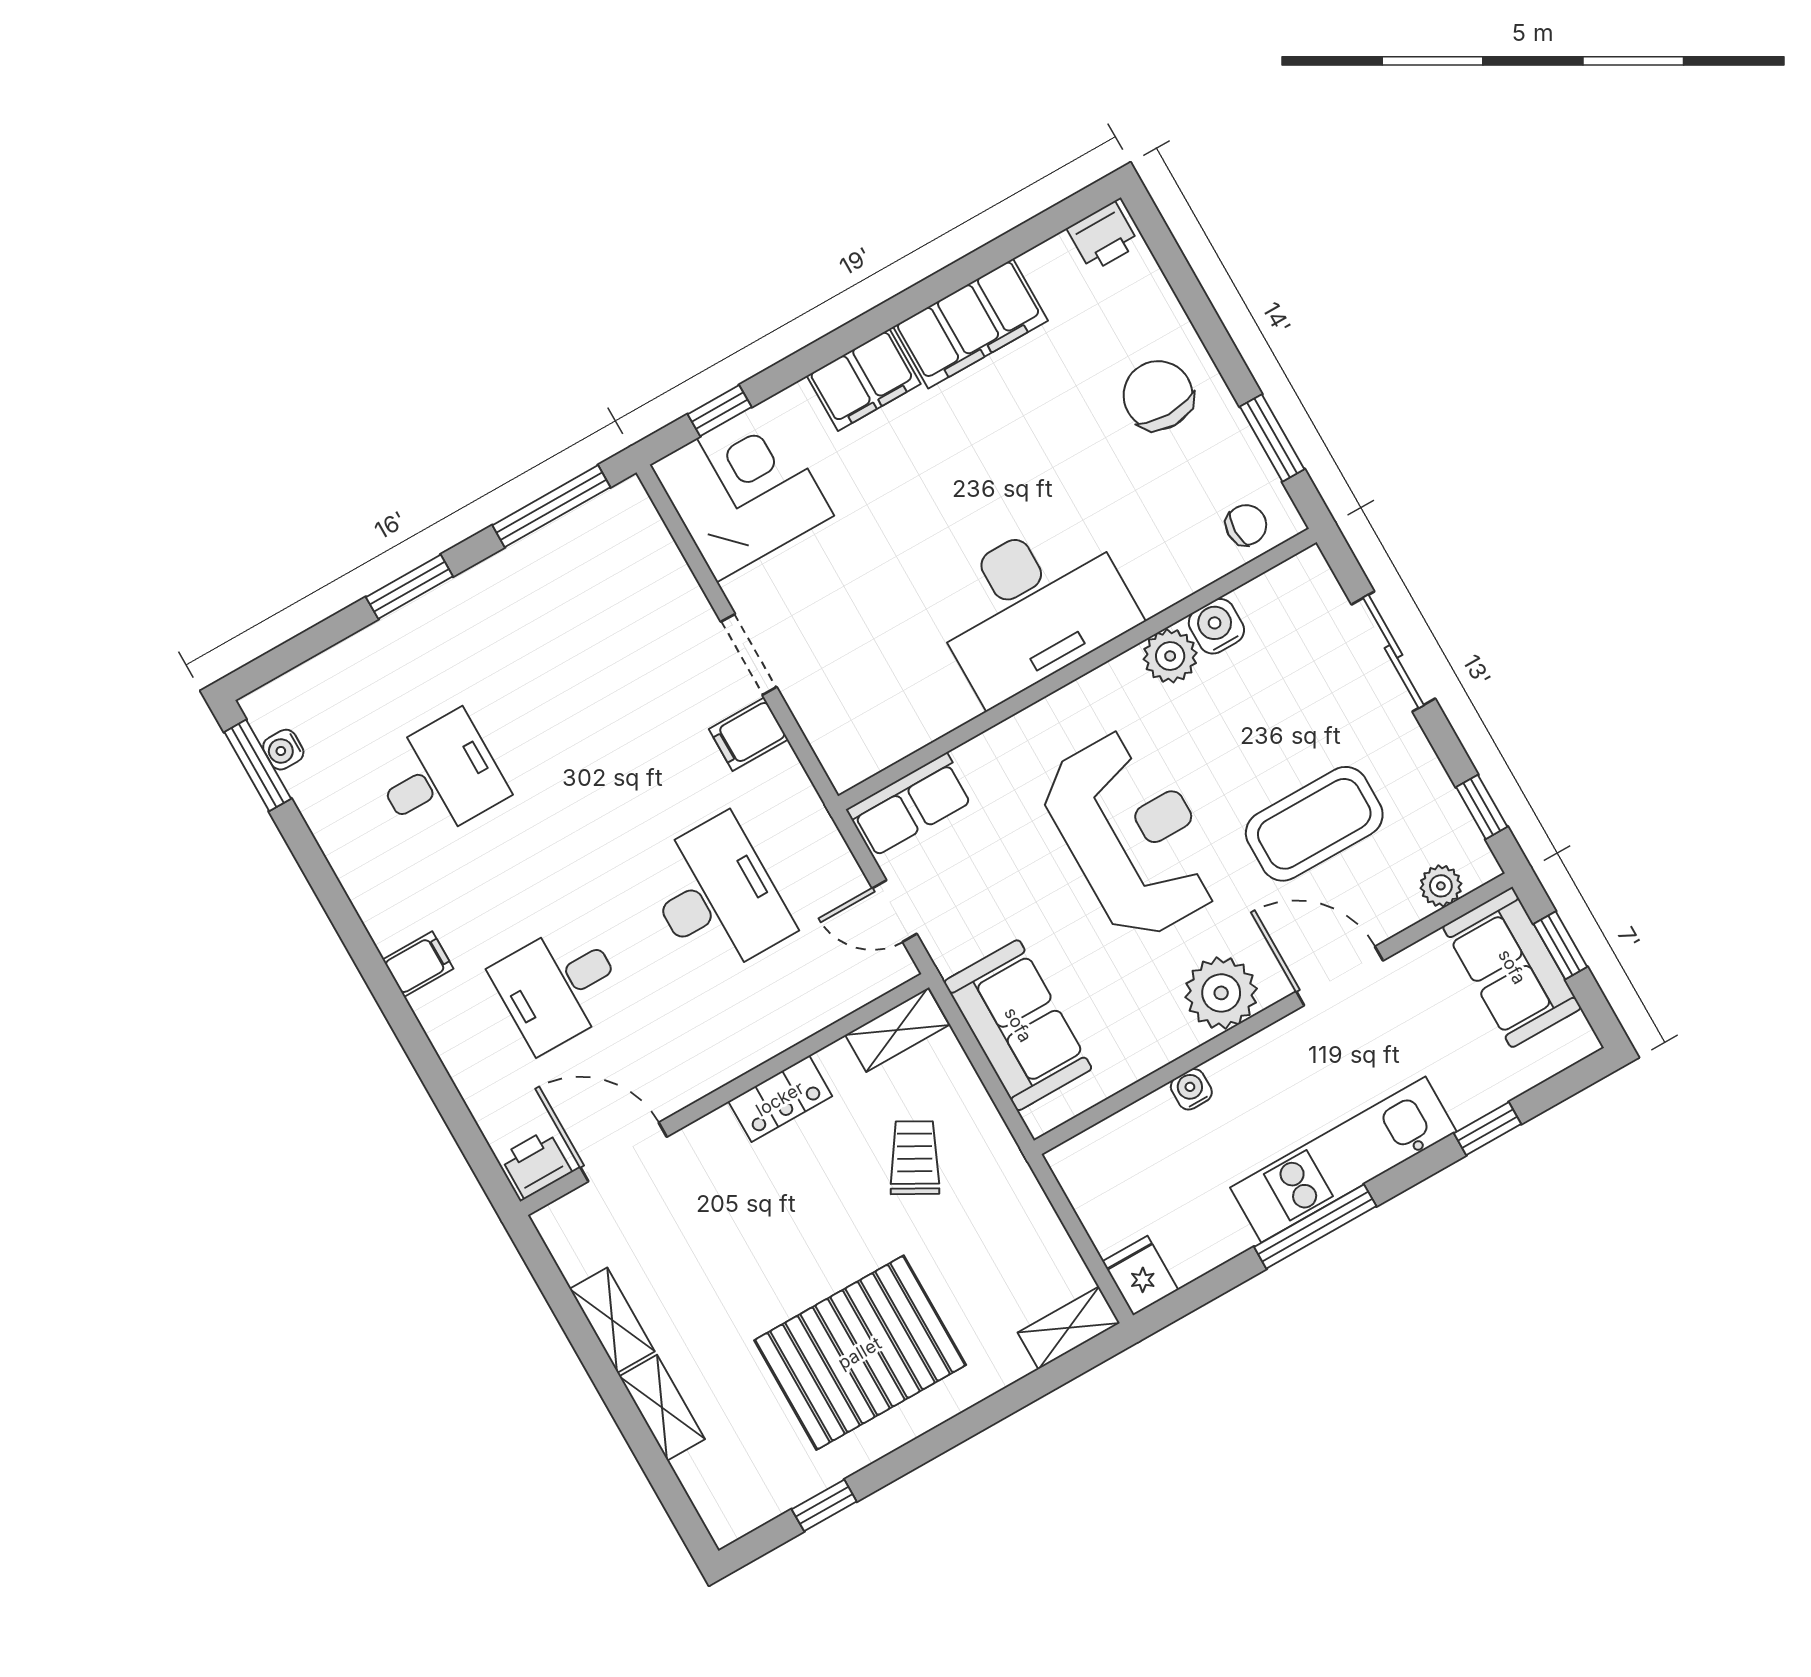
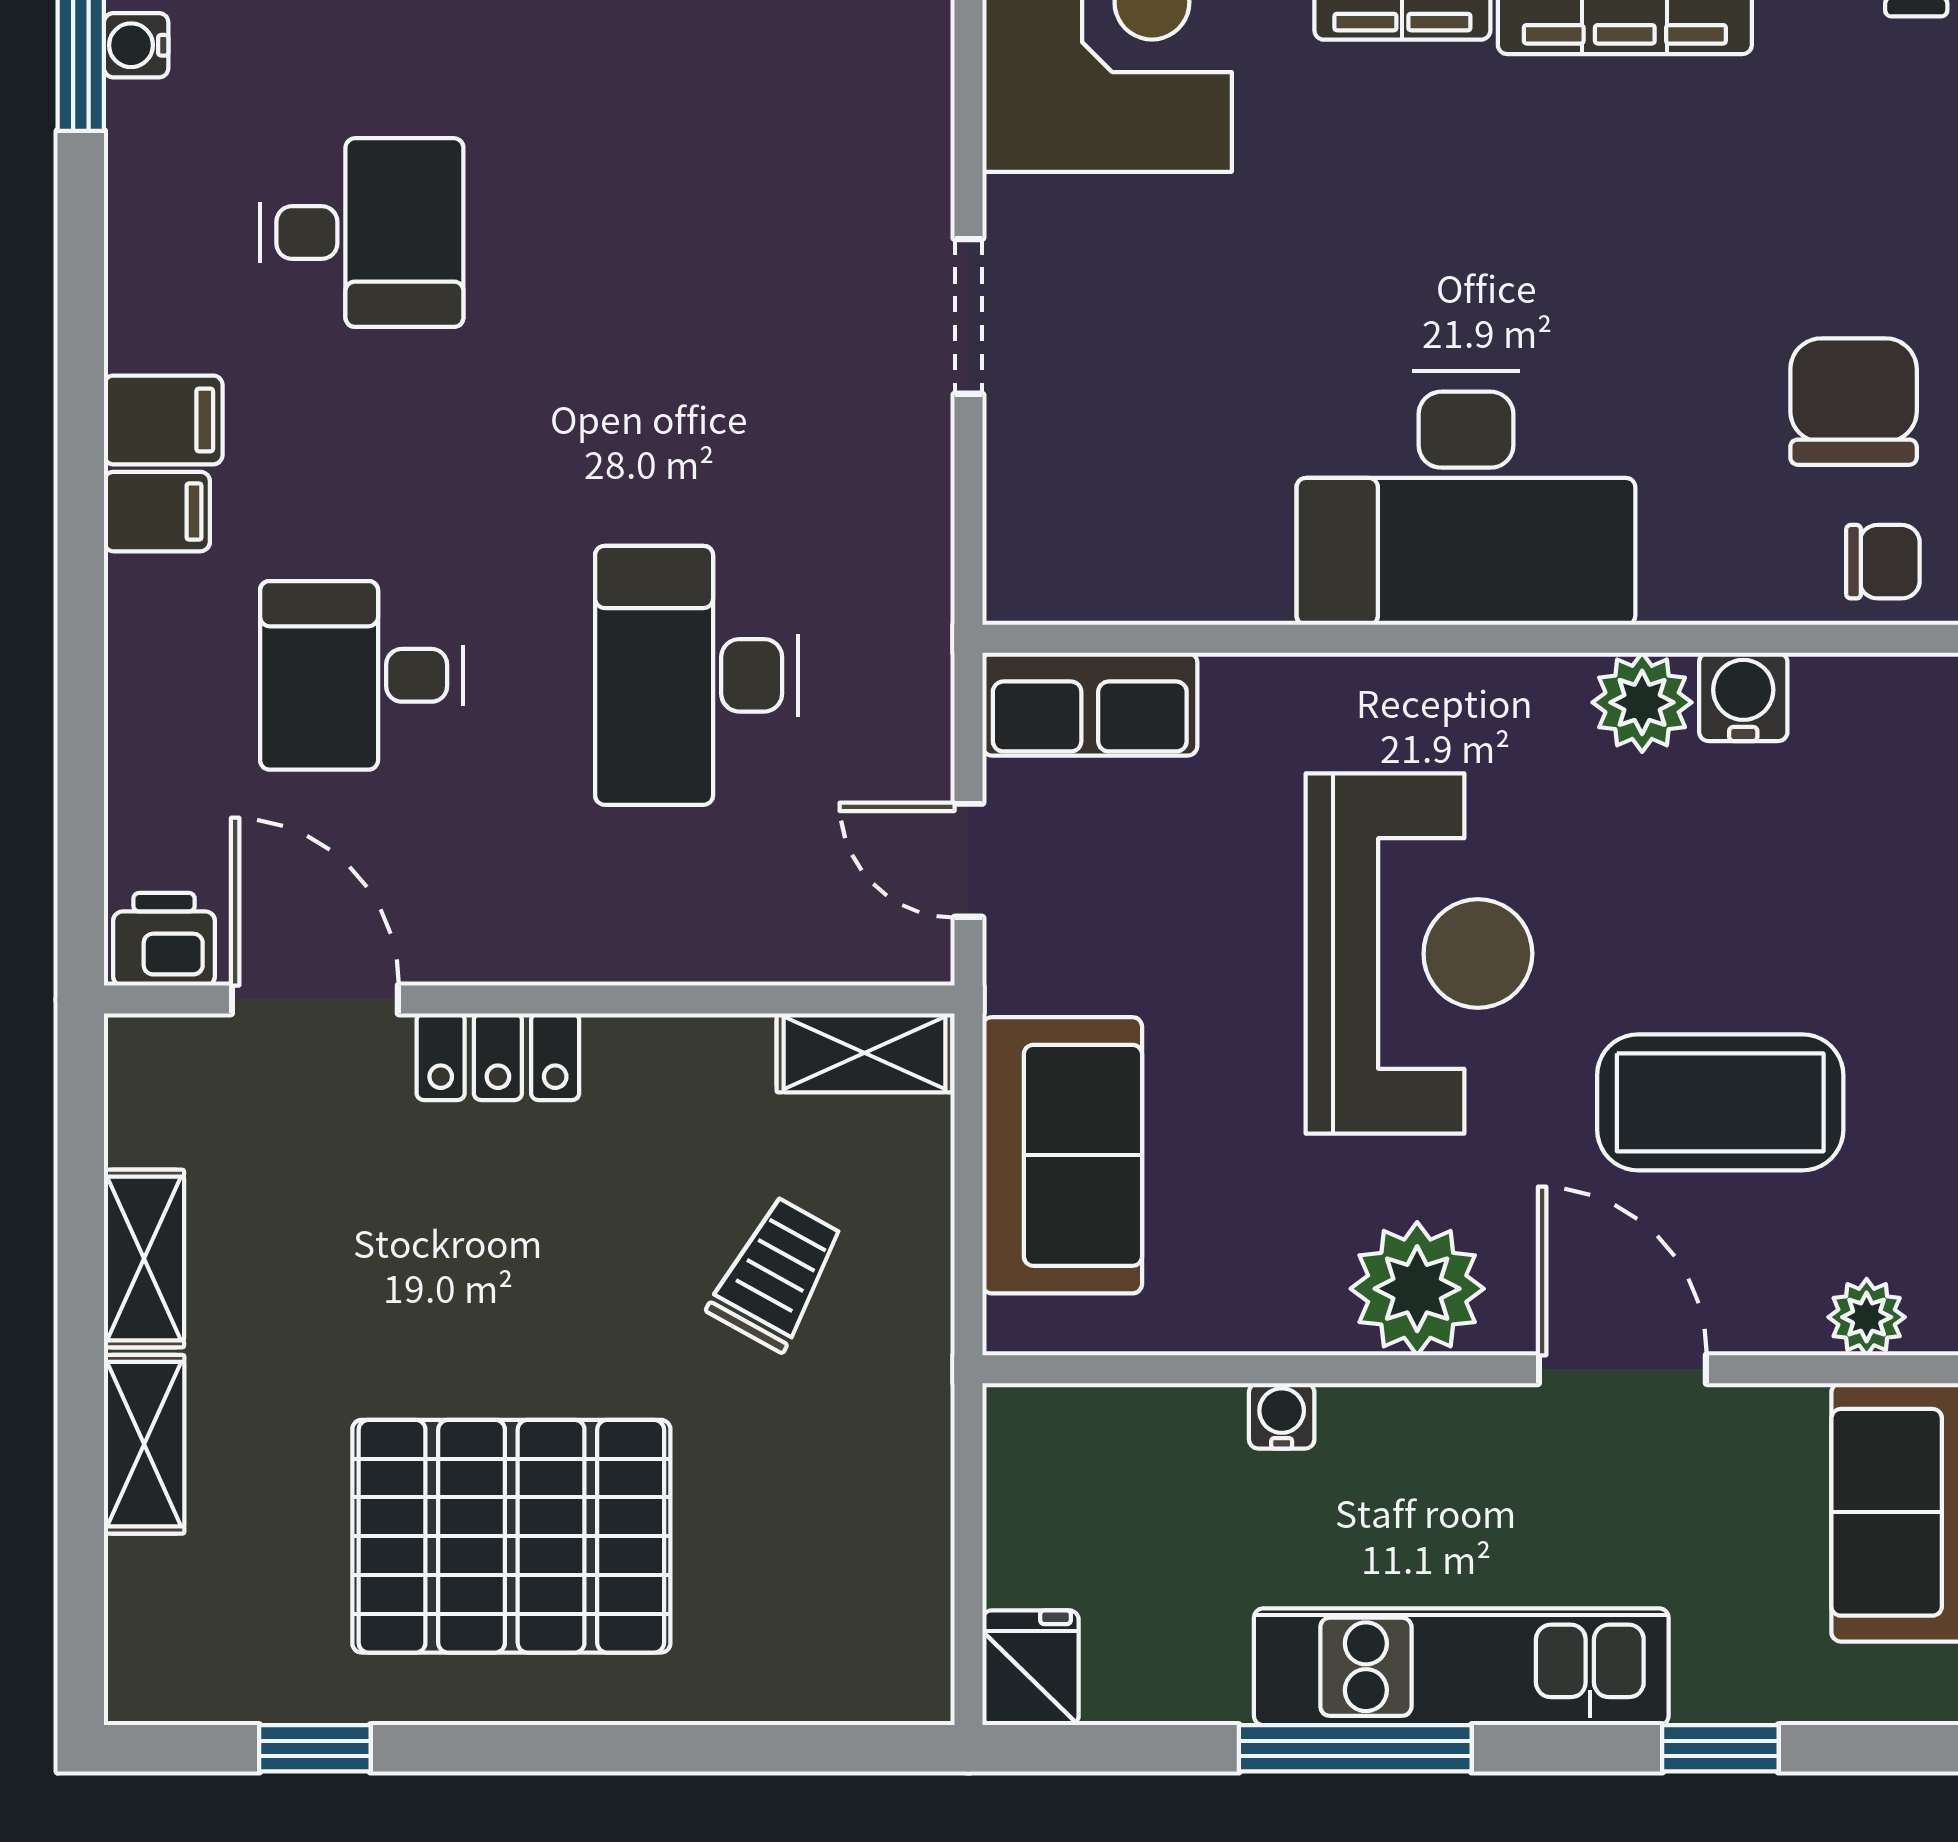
chair: (1158, 395) -> (1854, 402), moved
filing cabinet: (748, 734) -> (163, 420), moved, turned 180
desk: (717, 897) -> (697, 675), turned 180
locker: (780, 1099) -> (498, 1057), moved
shelving: (1069, 1328) -> (868, 1686), removed

